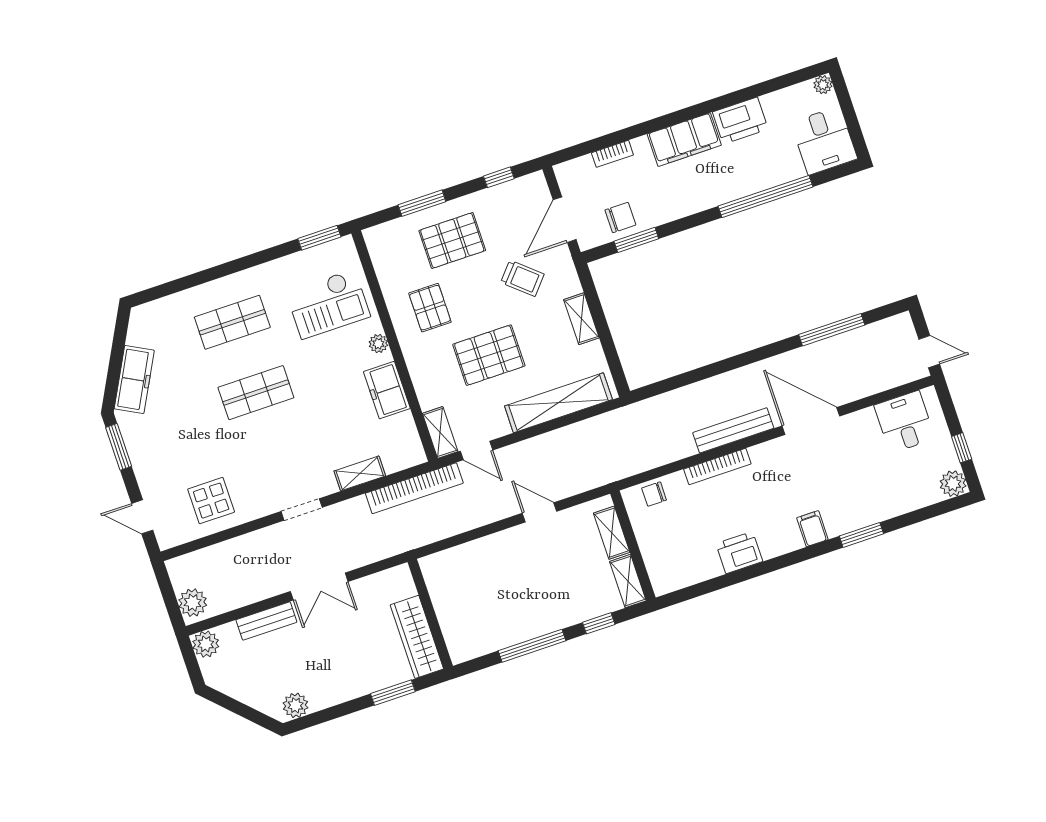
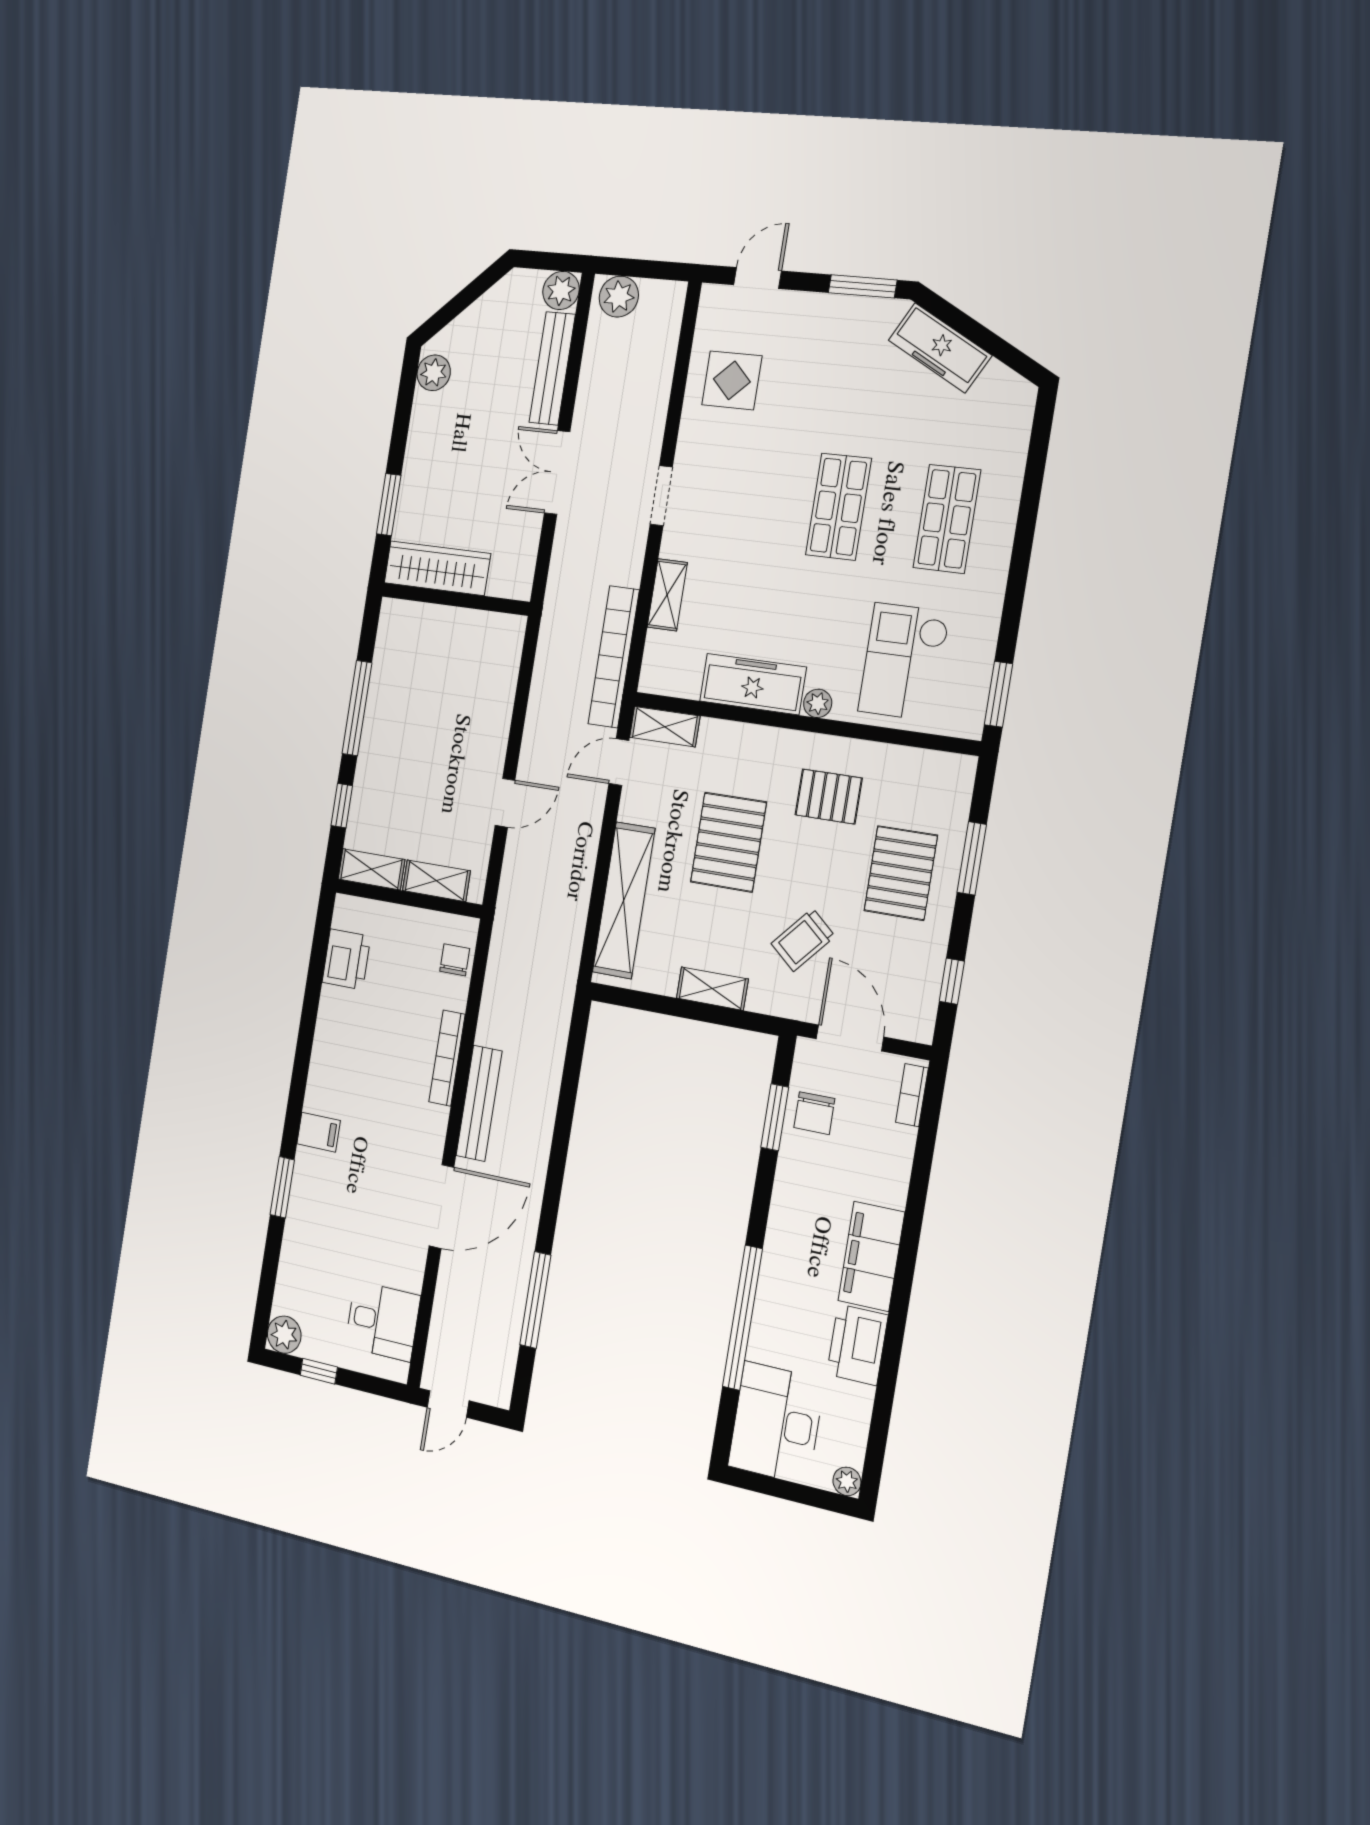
desk: (824, 141) -> (776, 1423), width x1.37
bookcase: (612, 154) -> (912, 1095), moved
freezer: (387, 390) -> (753, 684), width x1.40
printer: (739, 553) -> (346, 959), moved
bench: (266, 621) -> (552, 368), width x1.36

